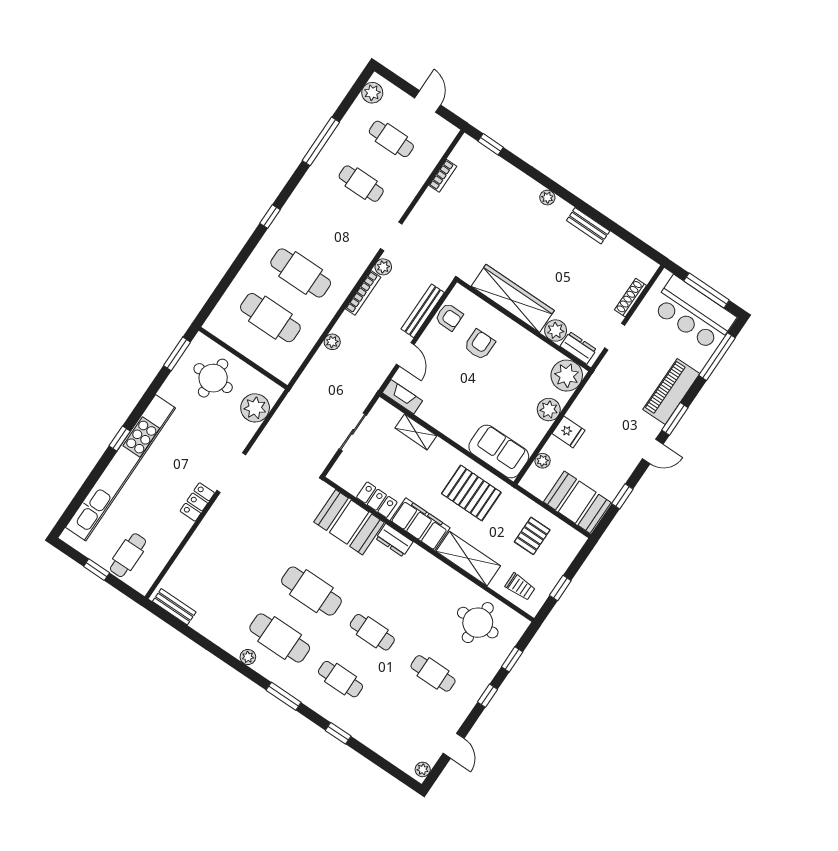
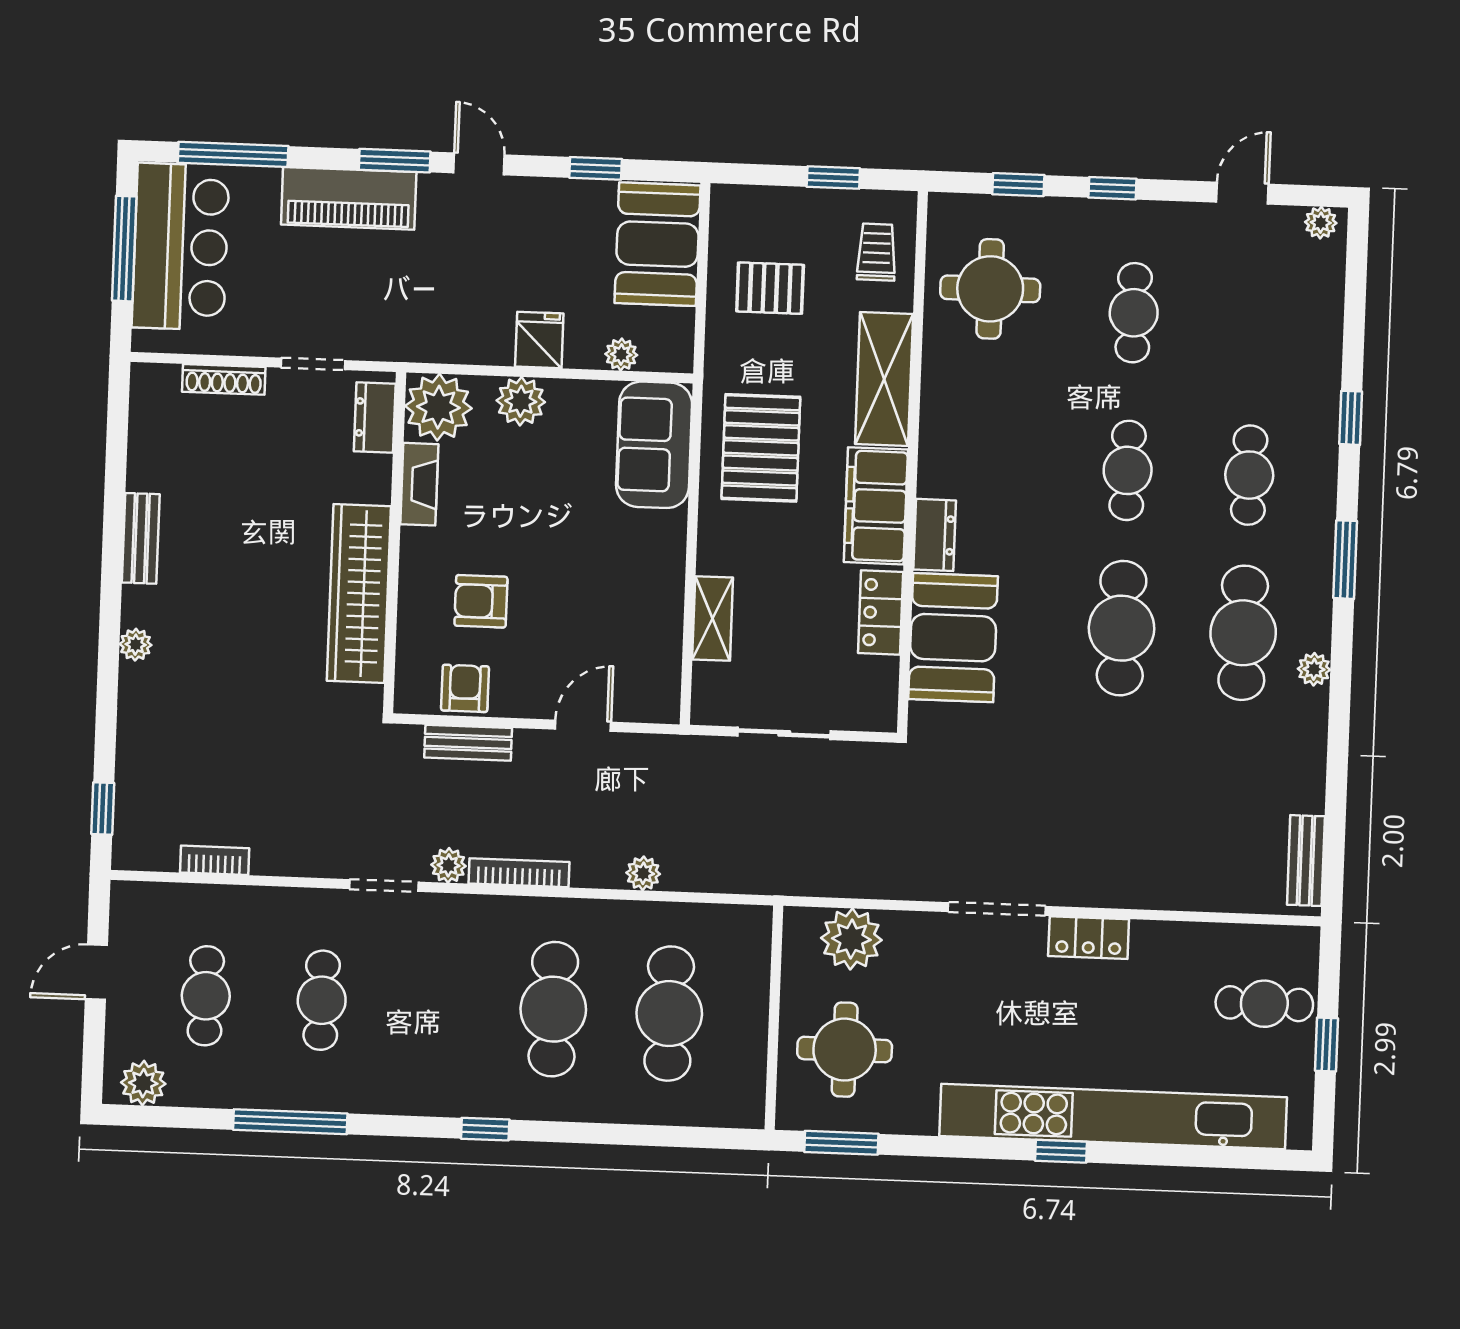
bench: (423, 311) -> (468, 743), width x0.73
plant: (556, 330) -> (369, 479), removed
fireplace: (402, 397) -> (419, 484), moved, turned 180

